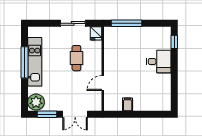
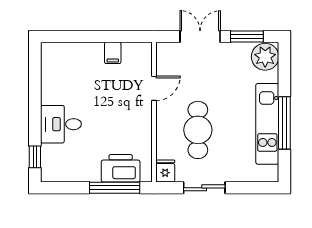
printer: (123, 35) -> (121, 168), added
cafe table: (76, 58) -> (198, 130), width x1.37, depth x1.35

